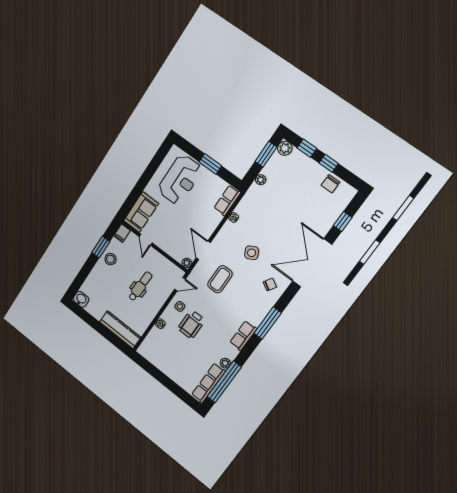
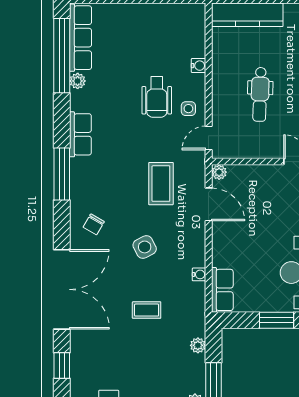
coffee table: (274, 219) -> (147, 310), added
wheelchair: (191, 324) -> (157, 97), turned 180

